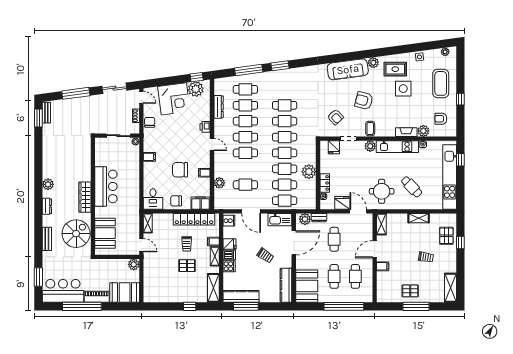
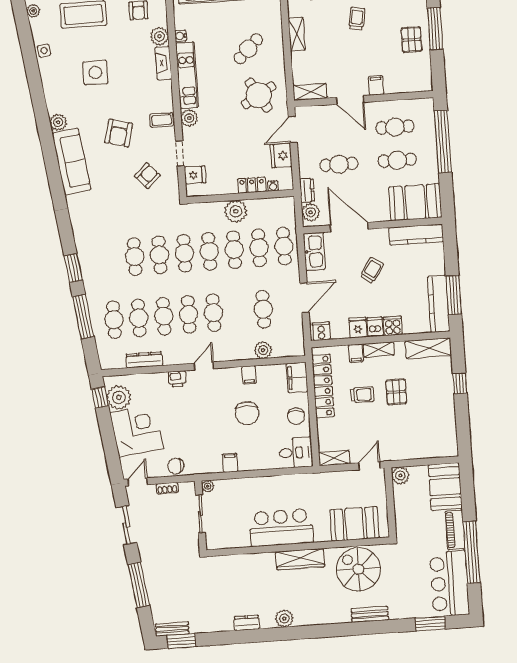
rug: (395, 69) -> (66, 87), removed
round table: (382, 191) -> (259, 95), turned -31
dresser: (47, 206) -> (247, 623), moved

